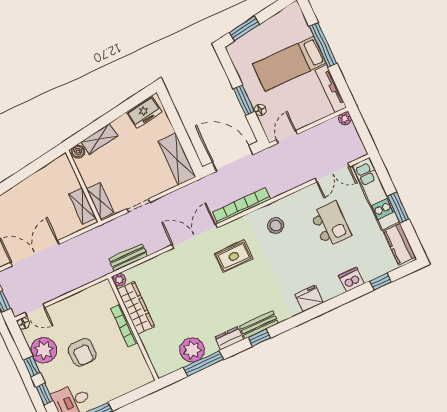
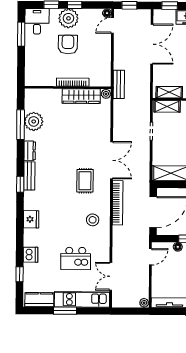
door: (287, 137) -> (150, 257), hinge flipped
bench: (128, 257) -> (119, 84), moved
window: (259, 338) -> (20, 184), moved
plant: (44, 350) -> (68, 18), moved
armchair: (82, 352) -> (68, 44), turned 90

